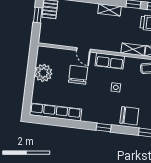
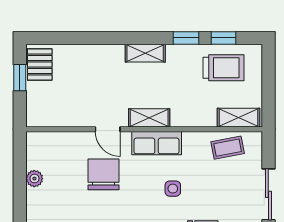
shelving: (133, 49) -> (149, 118), moved
plant: (43, 73) -> (34, 179), width x0.53, depth x0.53

